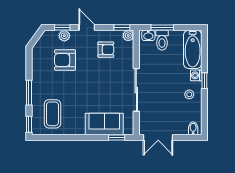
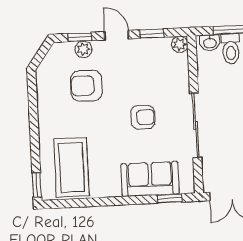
window: (122, 28) -> (152, 34), moved
armchair: (106, 50) -> (143, 117), moved
window: (29, 93) -> (34, 137), removed
coffee table: (52, 114) -> (71, 168), width x1.36, depth x1.32

